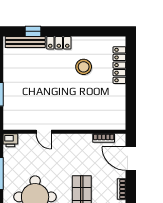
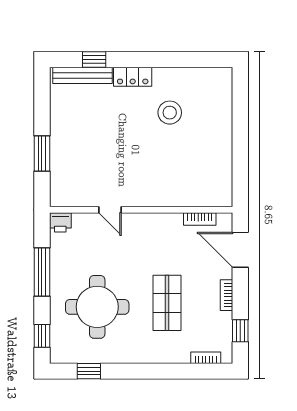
locker: (119, 65) -> (223, 110), removed

